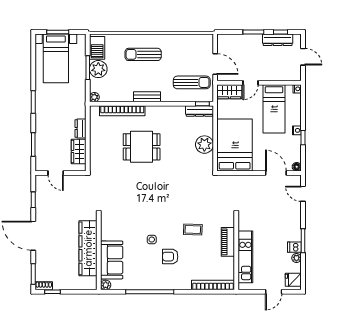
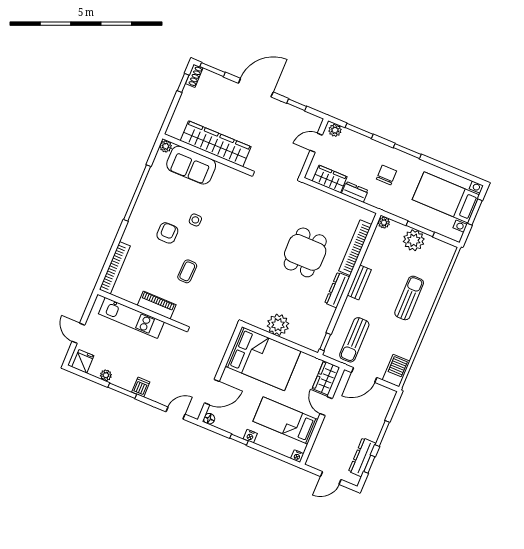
barbecue: (97, 48) -> (396, 371), moved, turned 90
chair: (58, 110) -> (387, 175), added
dresser: (200, 111) -> (337, 290), moved
plant: (40, 163) -> (335, 130), added
dishwasher: (294, 247) -> (141, 387), moved

